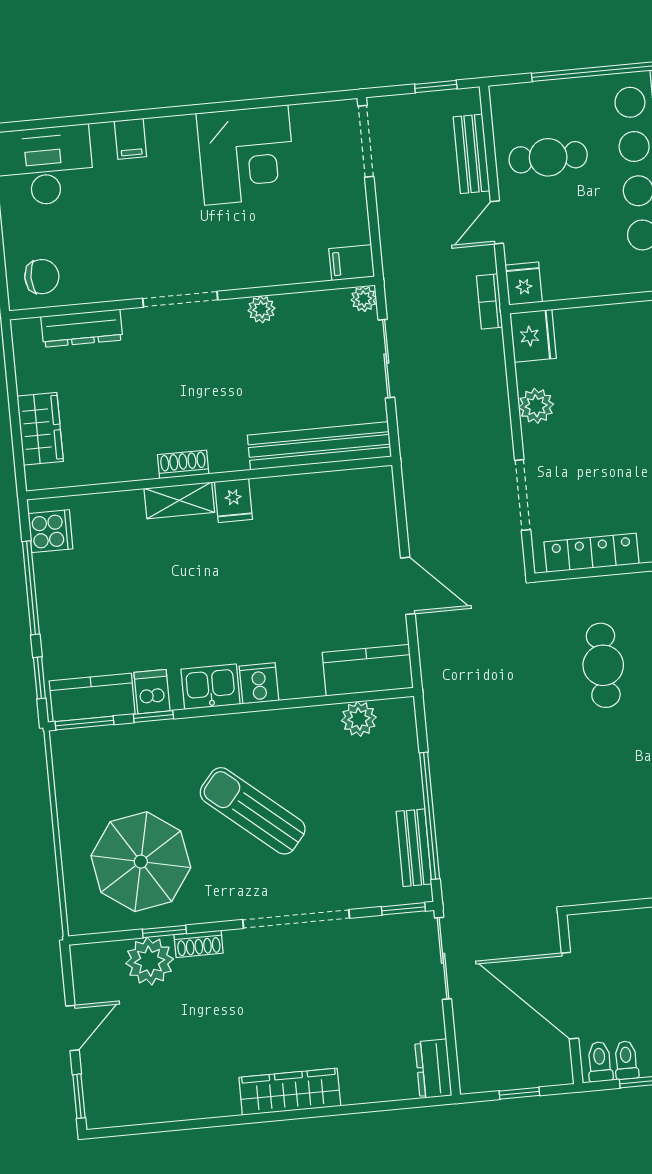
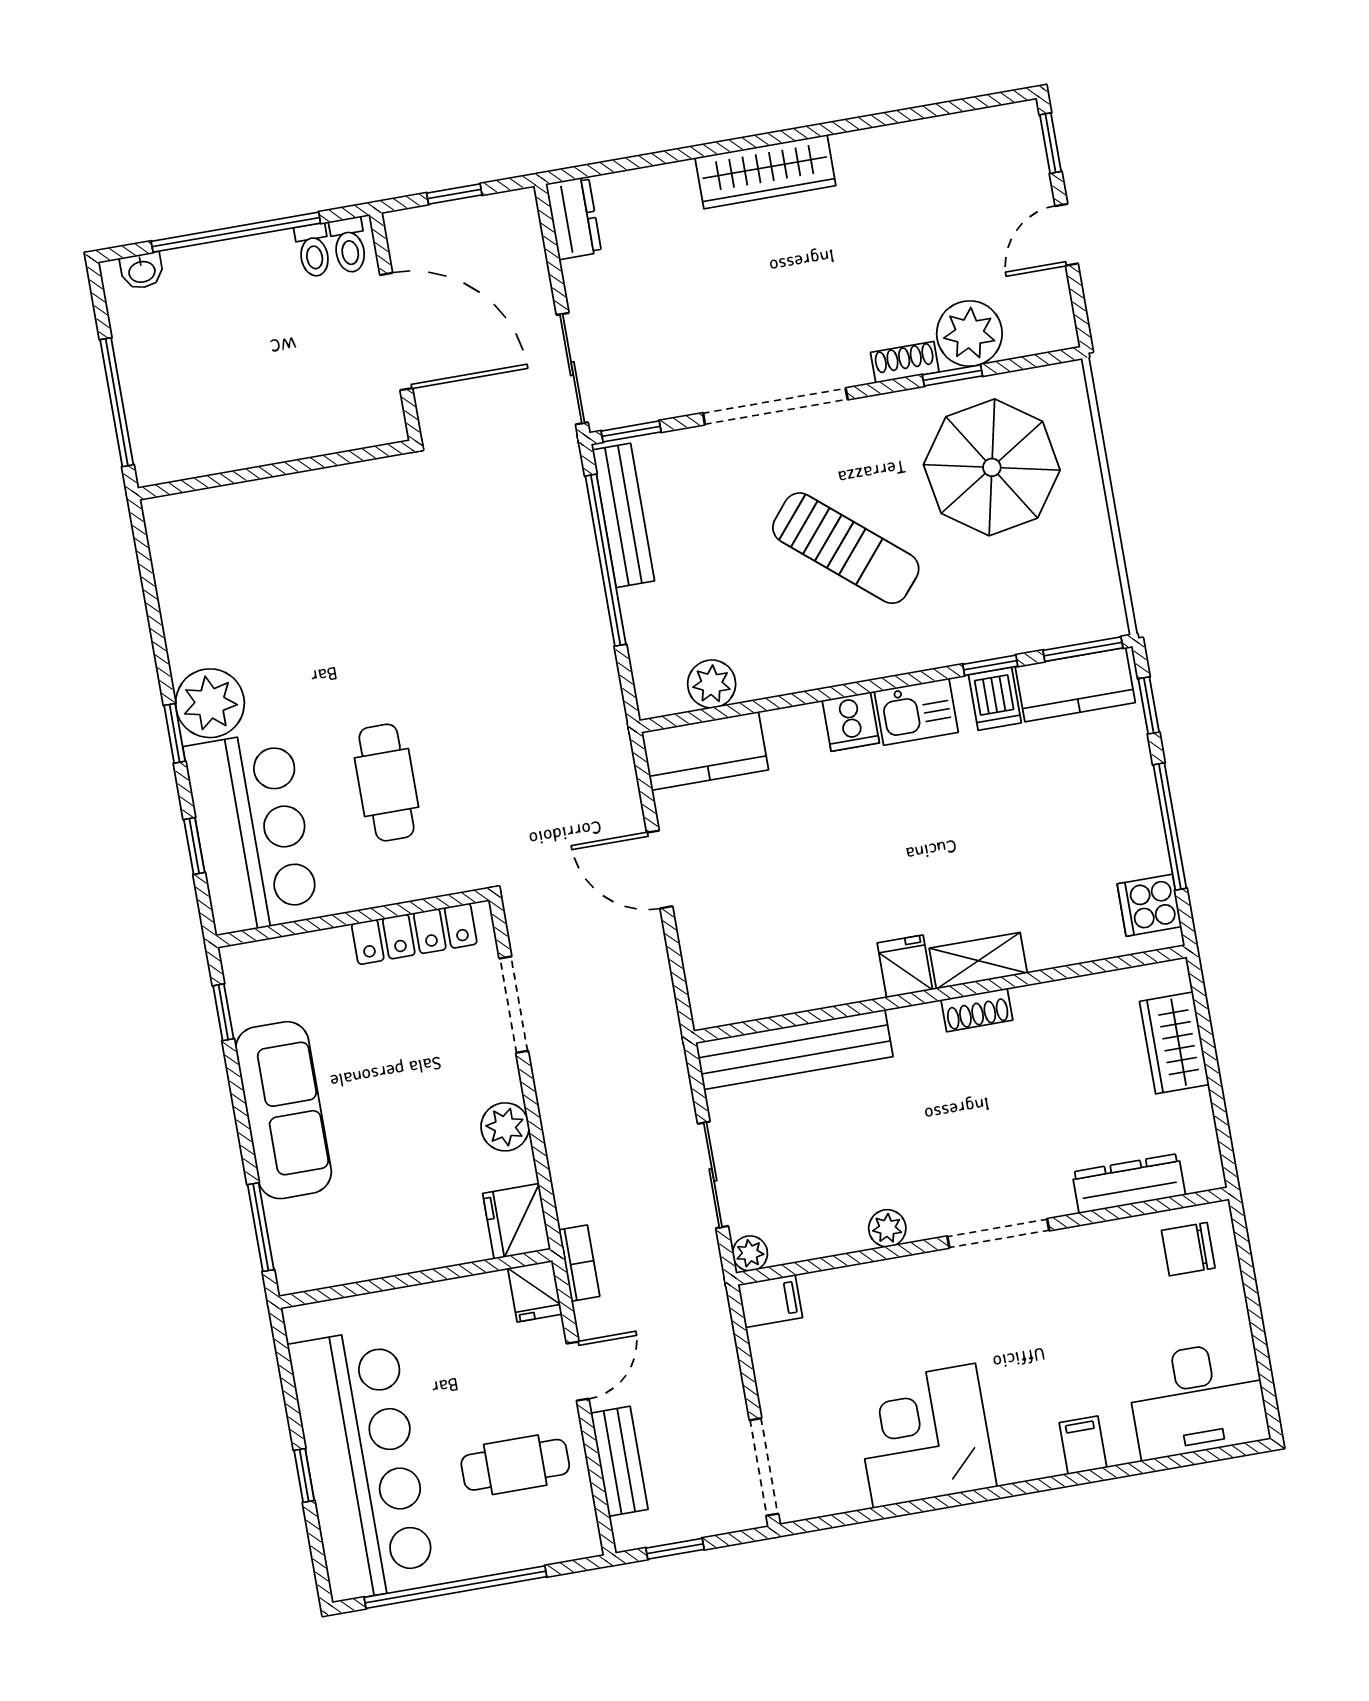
bench: (414, 848) -> (623, 515), width x1.36

